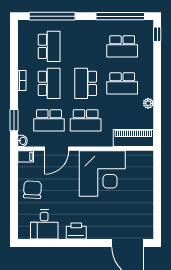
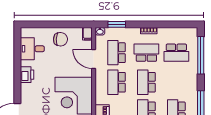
school desk: (49, 83) -> (146, 53), turned 180
school desk: (86, 83) -> (146, 82), turned -90

